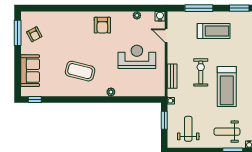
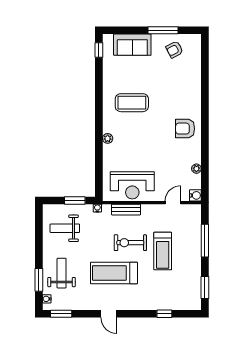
treadmill: (214, 31) -> (163, 251), moved
window: (18, 33) -> (163, 30), moved
reception desk: (137, 57) -> (132, 185), moved, turned 90
coffee table: (80, 71) -> (132, 103), turned 76
exercise bike: (201, 72) -> (130, 243), turned 180
weight bench: (188, 129) -> (65, 228), turned 180

